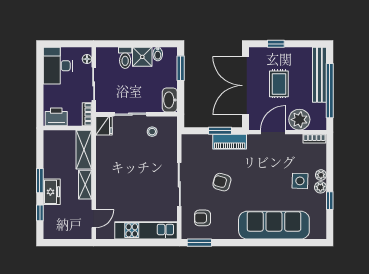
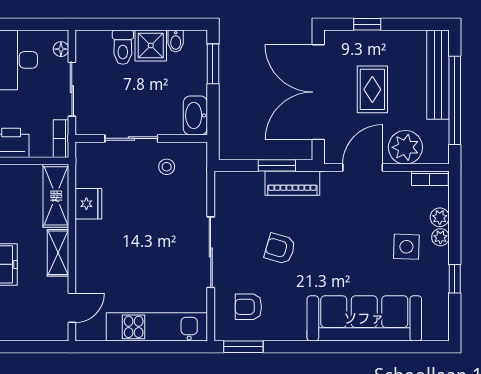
fridge: (104, 126) -> (88, 204), moved
plant: (320, 187) -> (440, 217), moved

